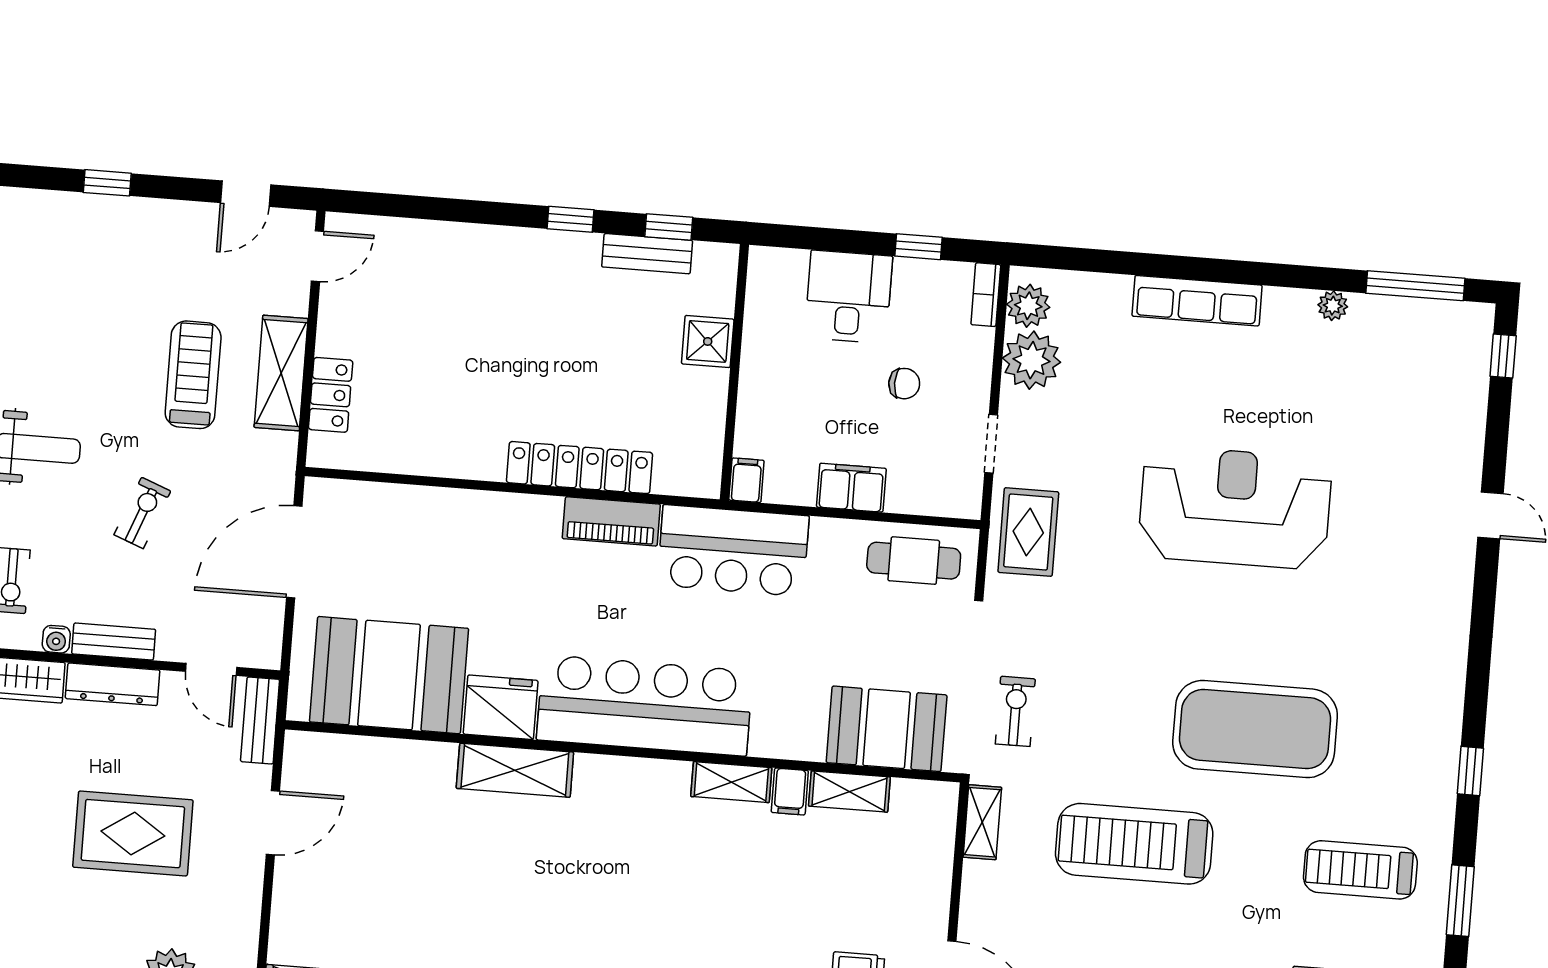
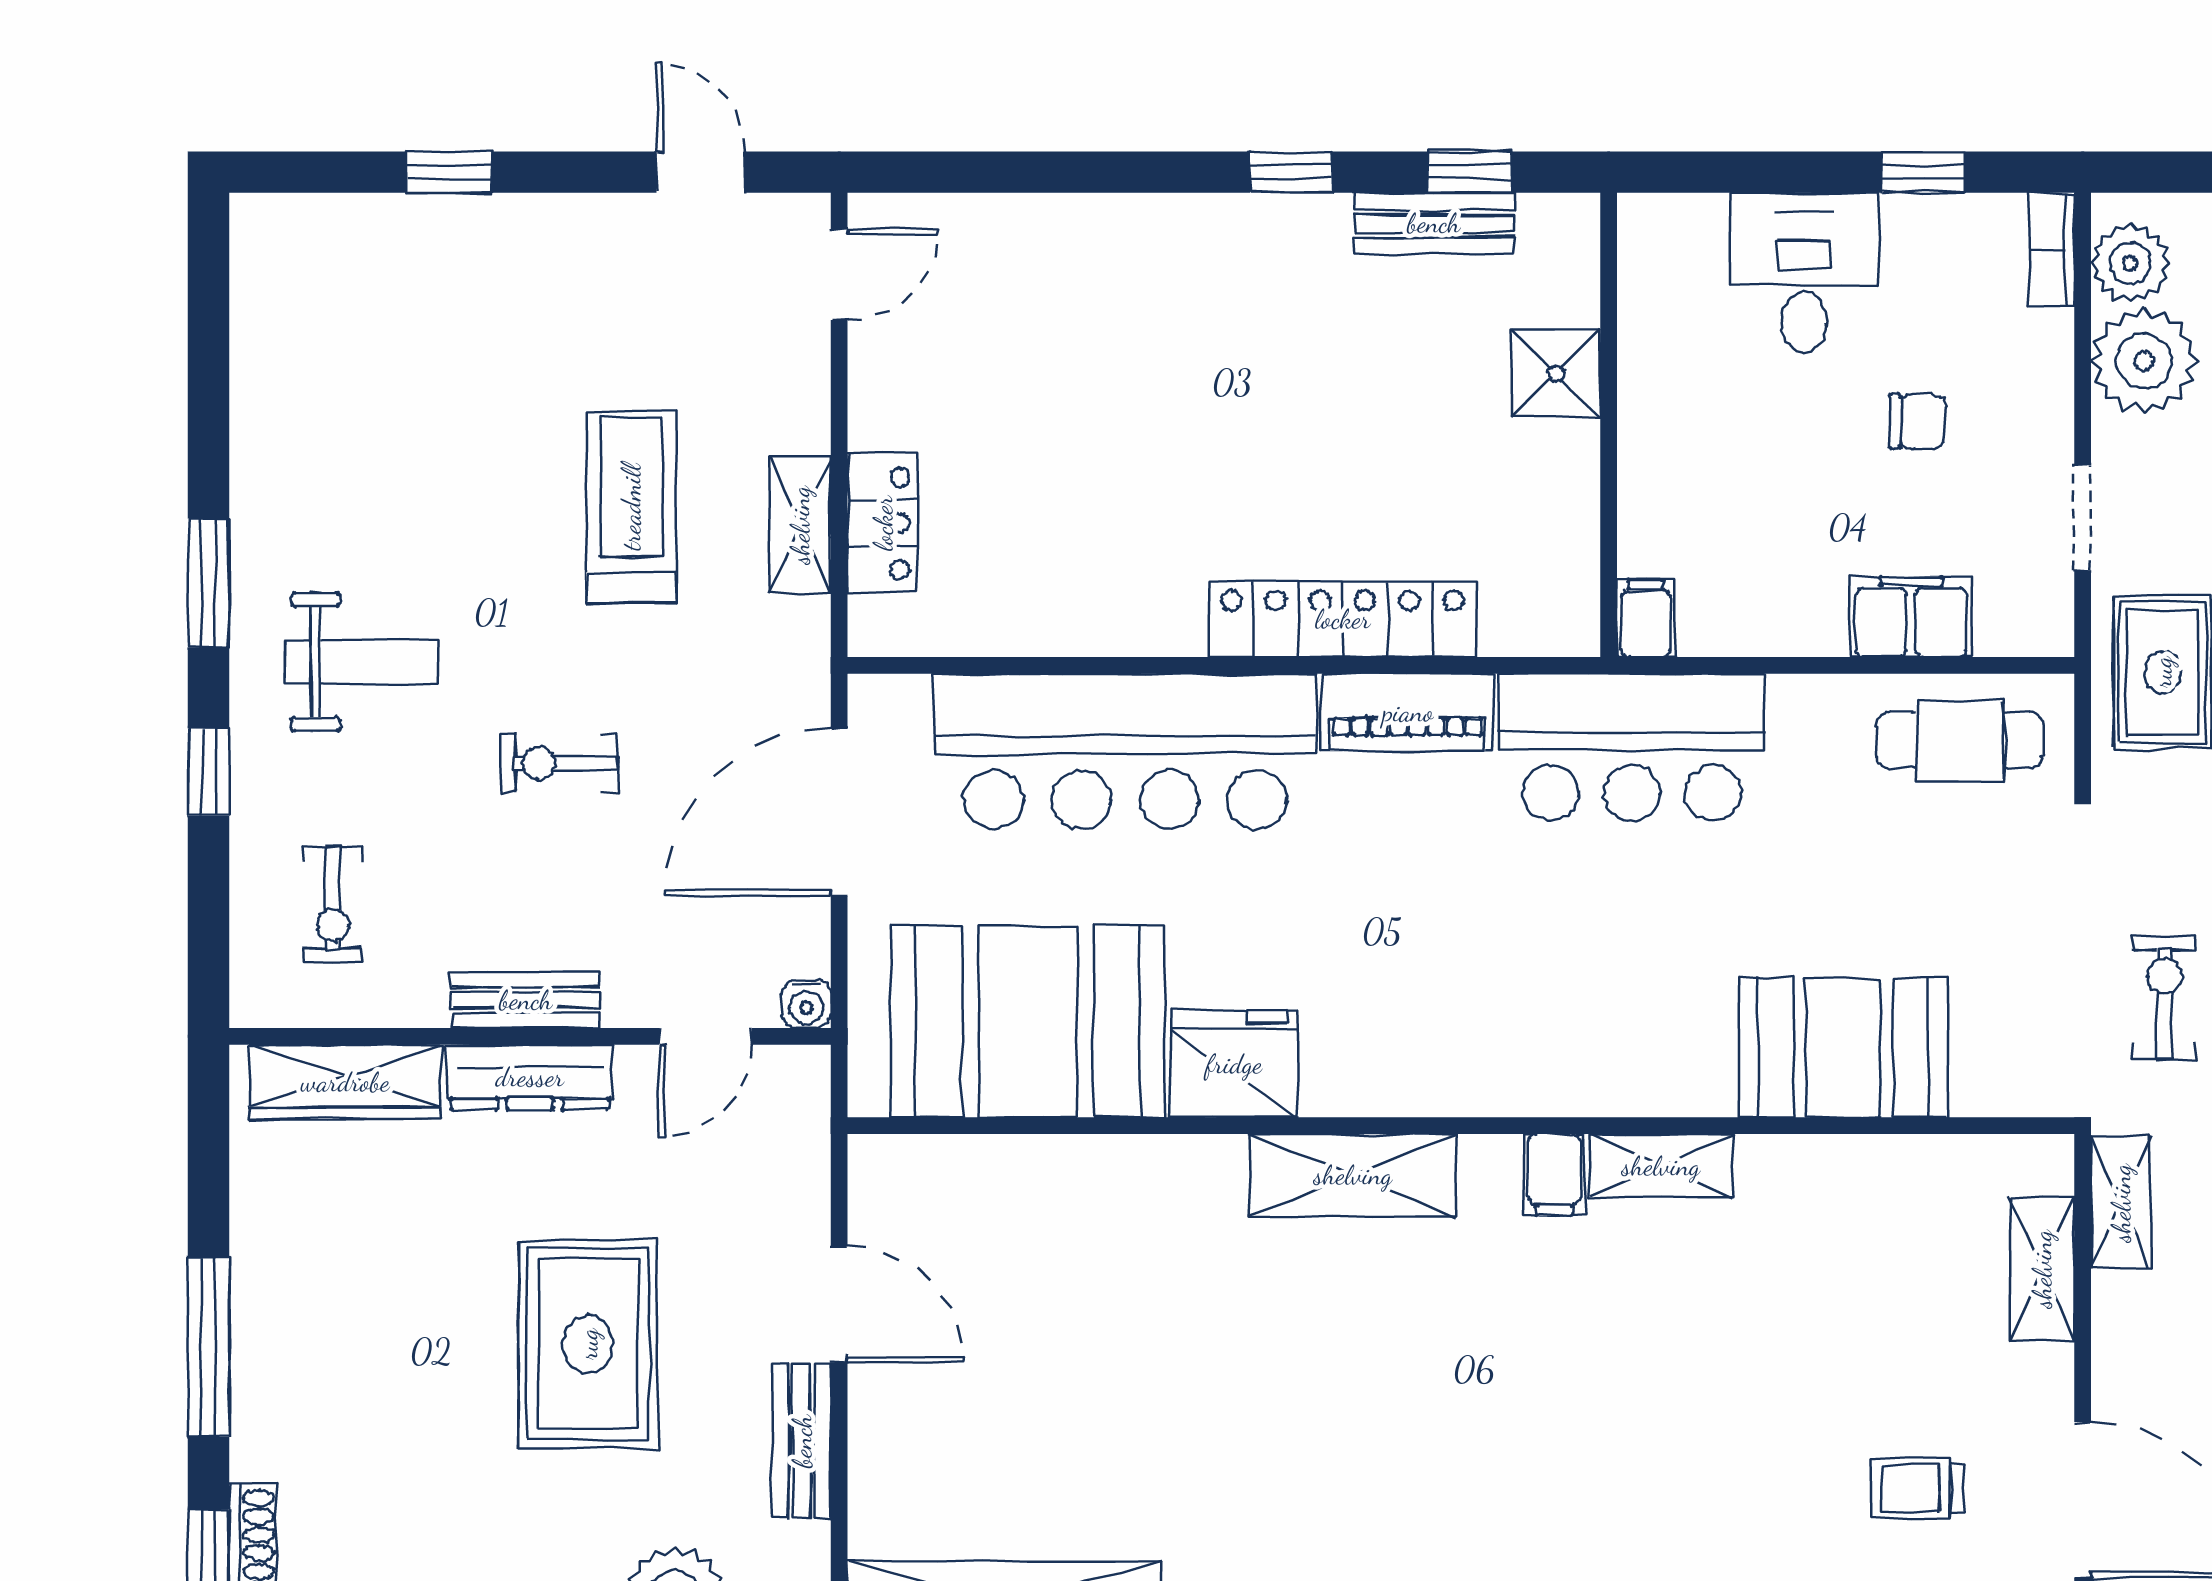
door: (246, 194) -> (701, 172), swing flipped
shelving: (281, 373) -> (800, 525), width x0.67, depth x0.75
filing cabinet: (851, 488) -> (1911, 617), moved
exercise bike: (142, 513) -> (559, 763), turned -111
water cooler: (56, 639) -> (806, 1004), moved
door: (211, 669) -> (706, 1036), hinge flipped
bar counter: (645, 705) -> (1125, 751), moved, turned 180
bench: (260, 721) -> (802, 1441), moved
booth: (887, 729) -> (1843, 1048), moved
shelving: (515, 770) -> (1353, 1175), moved
filing cabinet: (790, 792) -> (1554, 1175), moved
shelving: (849, 792) -> (2042, 1269), moved, turned 90
door: (273, 823) -> (839, 1304), hinge flipped
rug: (133, 834) -> (588, 1344), turned 90

